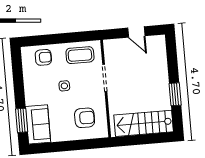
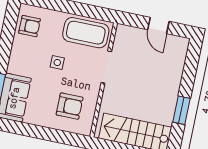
coffee table: (80, 55) -> (86, 33), width x1.36, depth x1.32
armchair: (43, 57) -> (30, 26), moved

